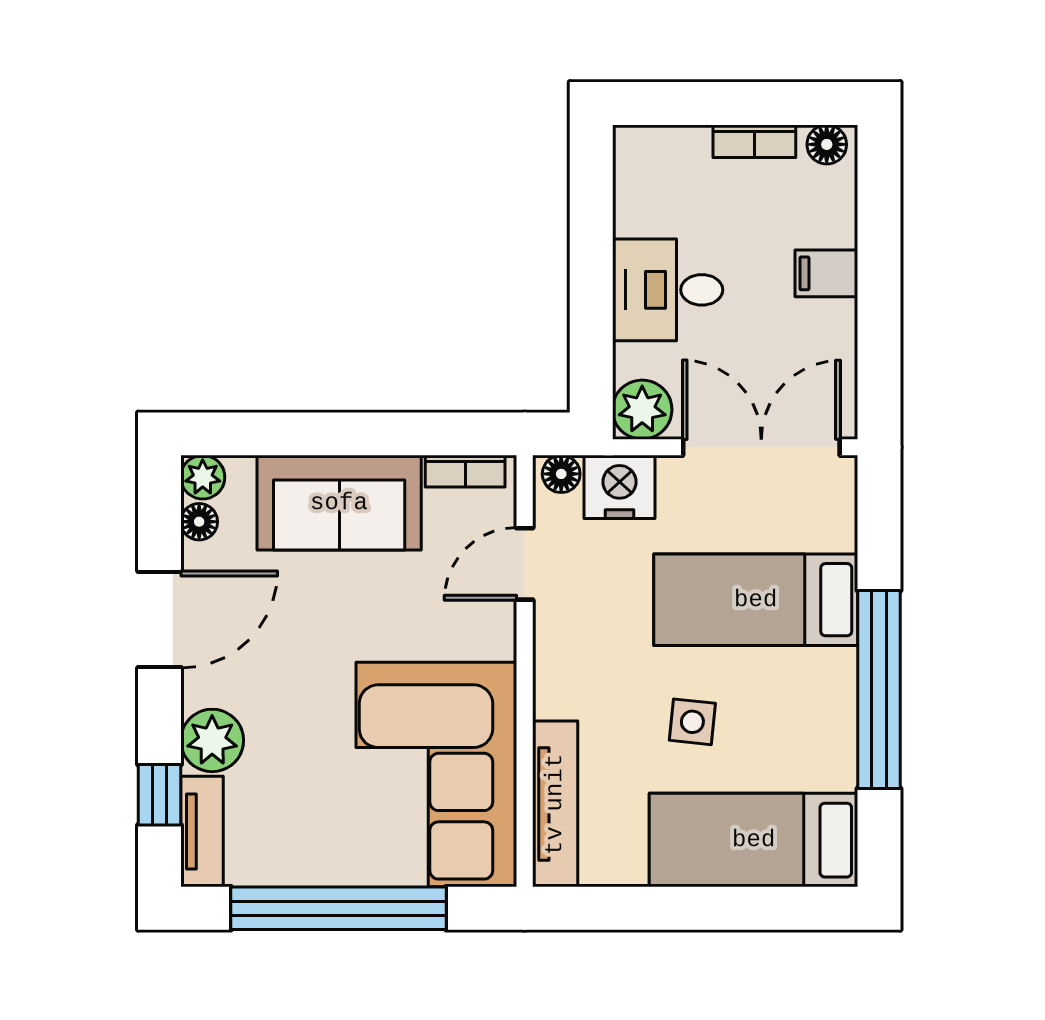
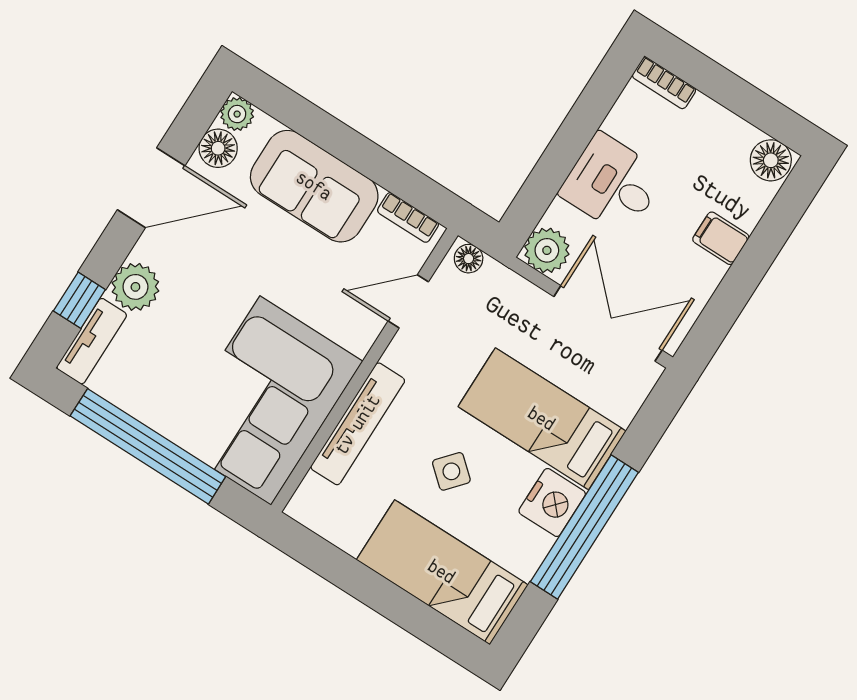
bookcase: (754, 141) -> (664, 83), moved
floor lamp: (827, 144) -> (771, 160), width x1.37, depth x1.37
nightstand: (620, 487) -> (552, 502), moved, turned 90
floor lamp: (199, 522) -> (218, 148), width x1.37, depth x1.37
side table: (692, 722) -> (451, 471), turned 35
tv unit: (555, 804) -> (358, 424), moved

